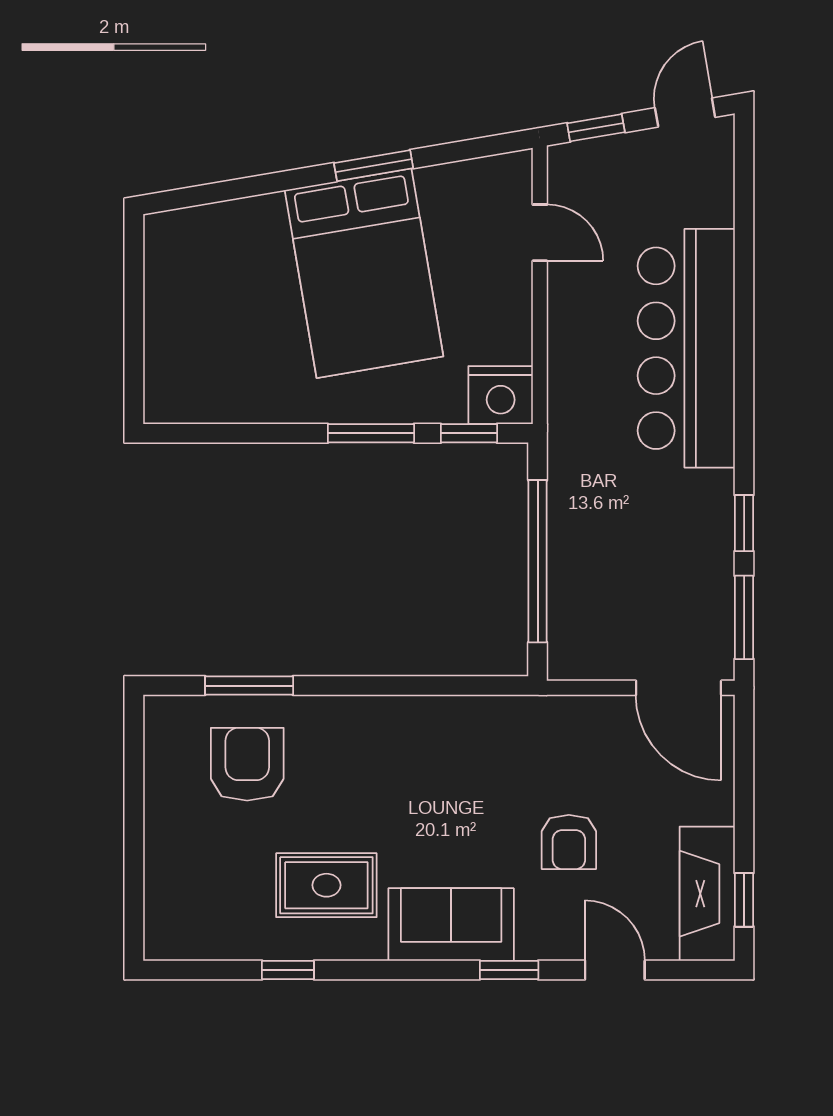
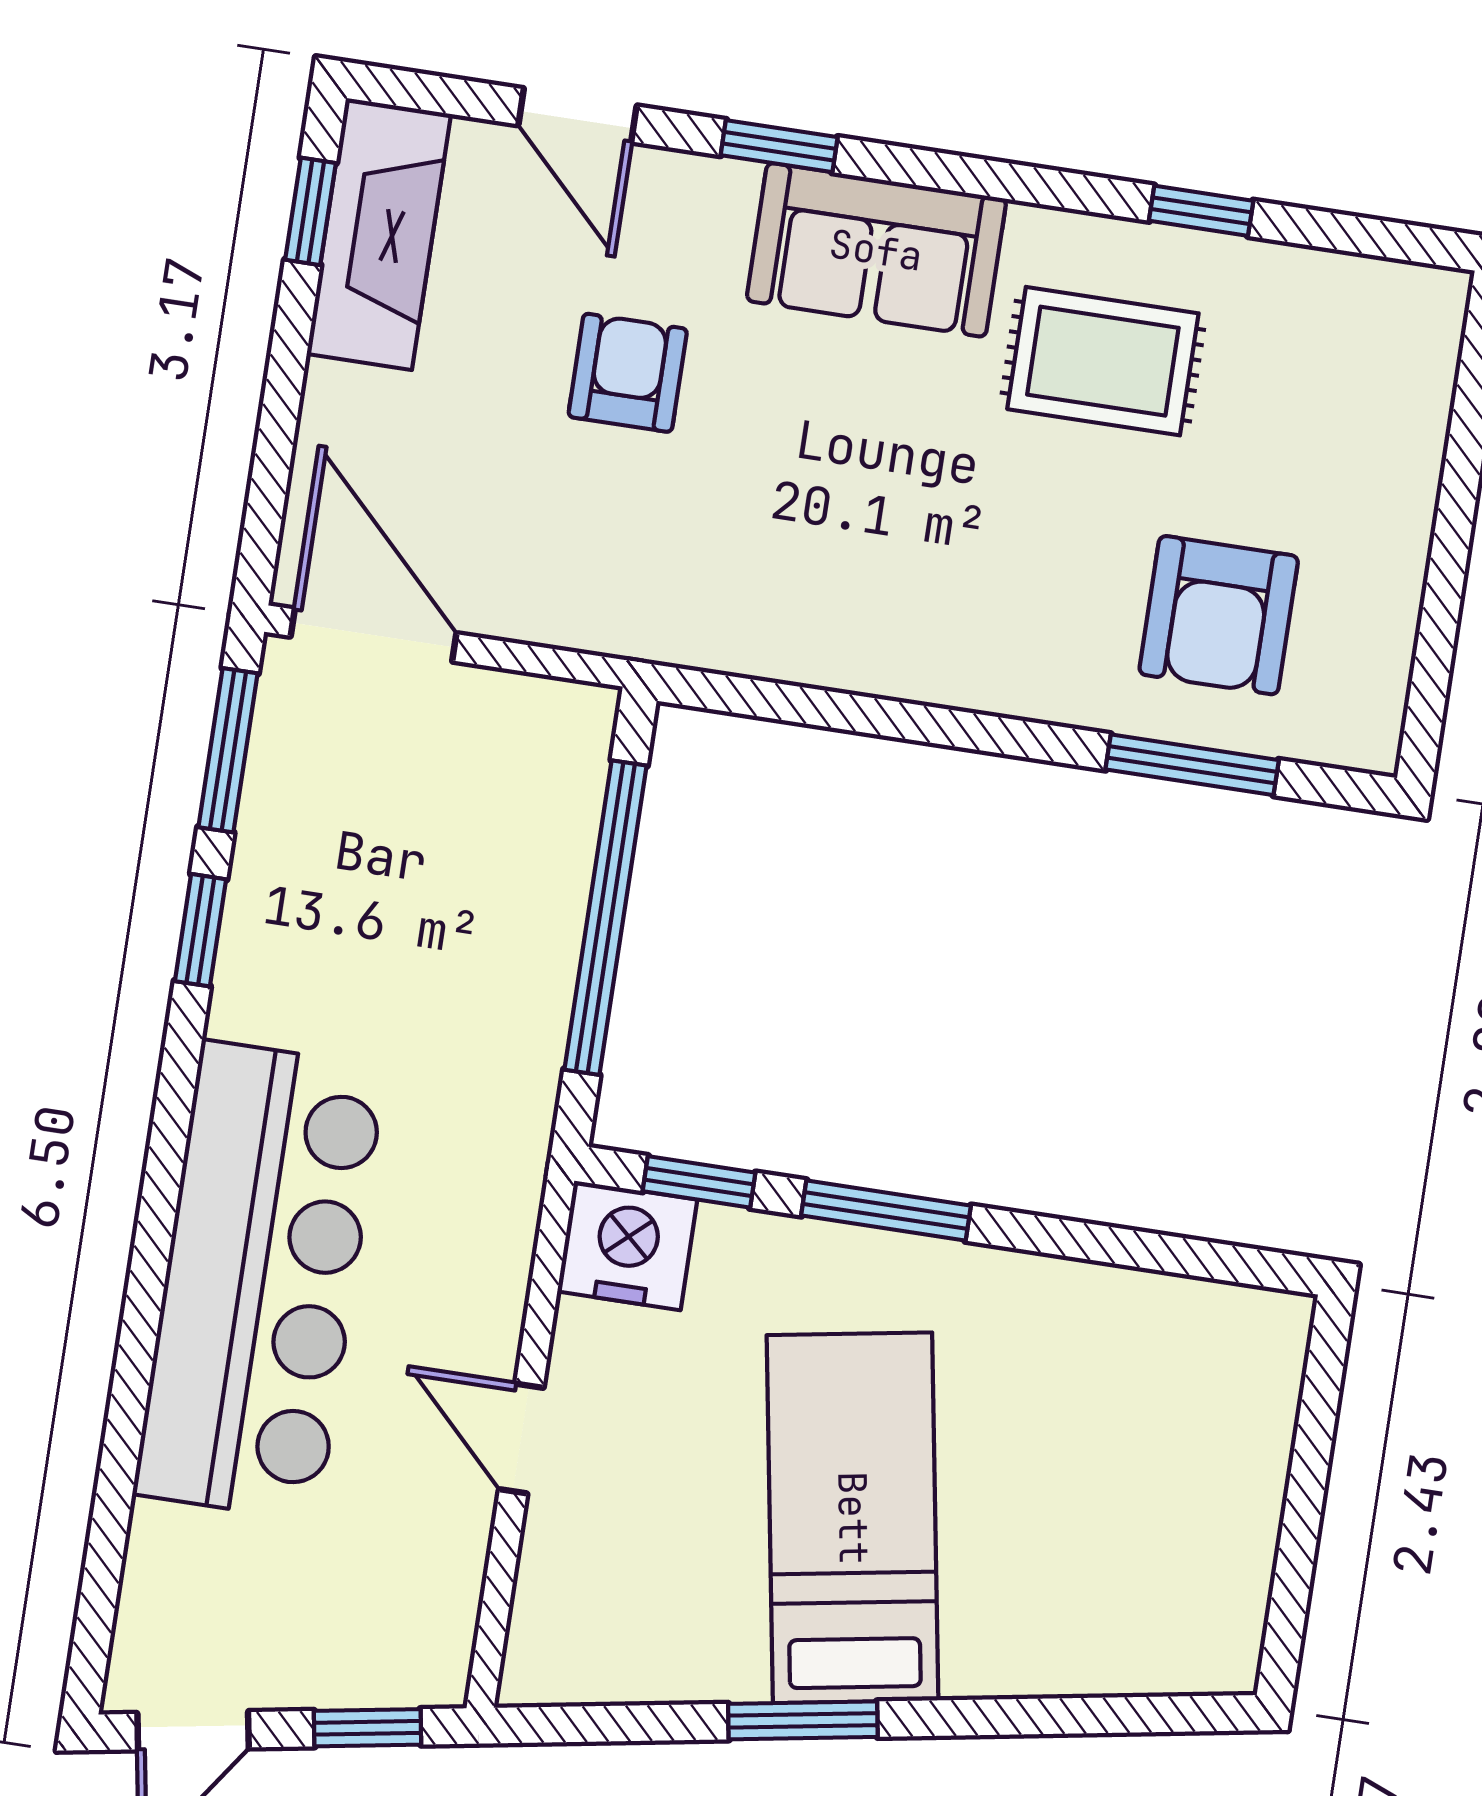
door: (540, 233) -> (521, 1439), moved
bed: (364, 273) -> (853, 1518), width x0.67

